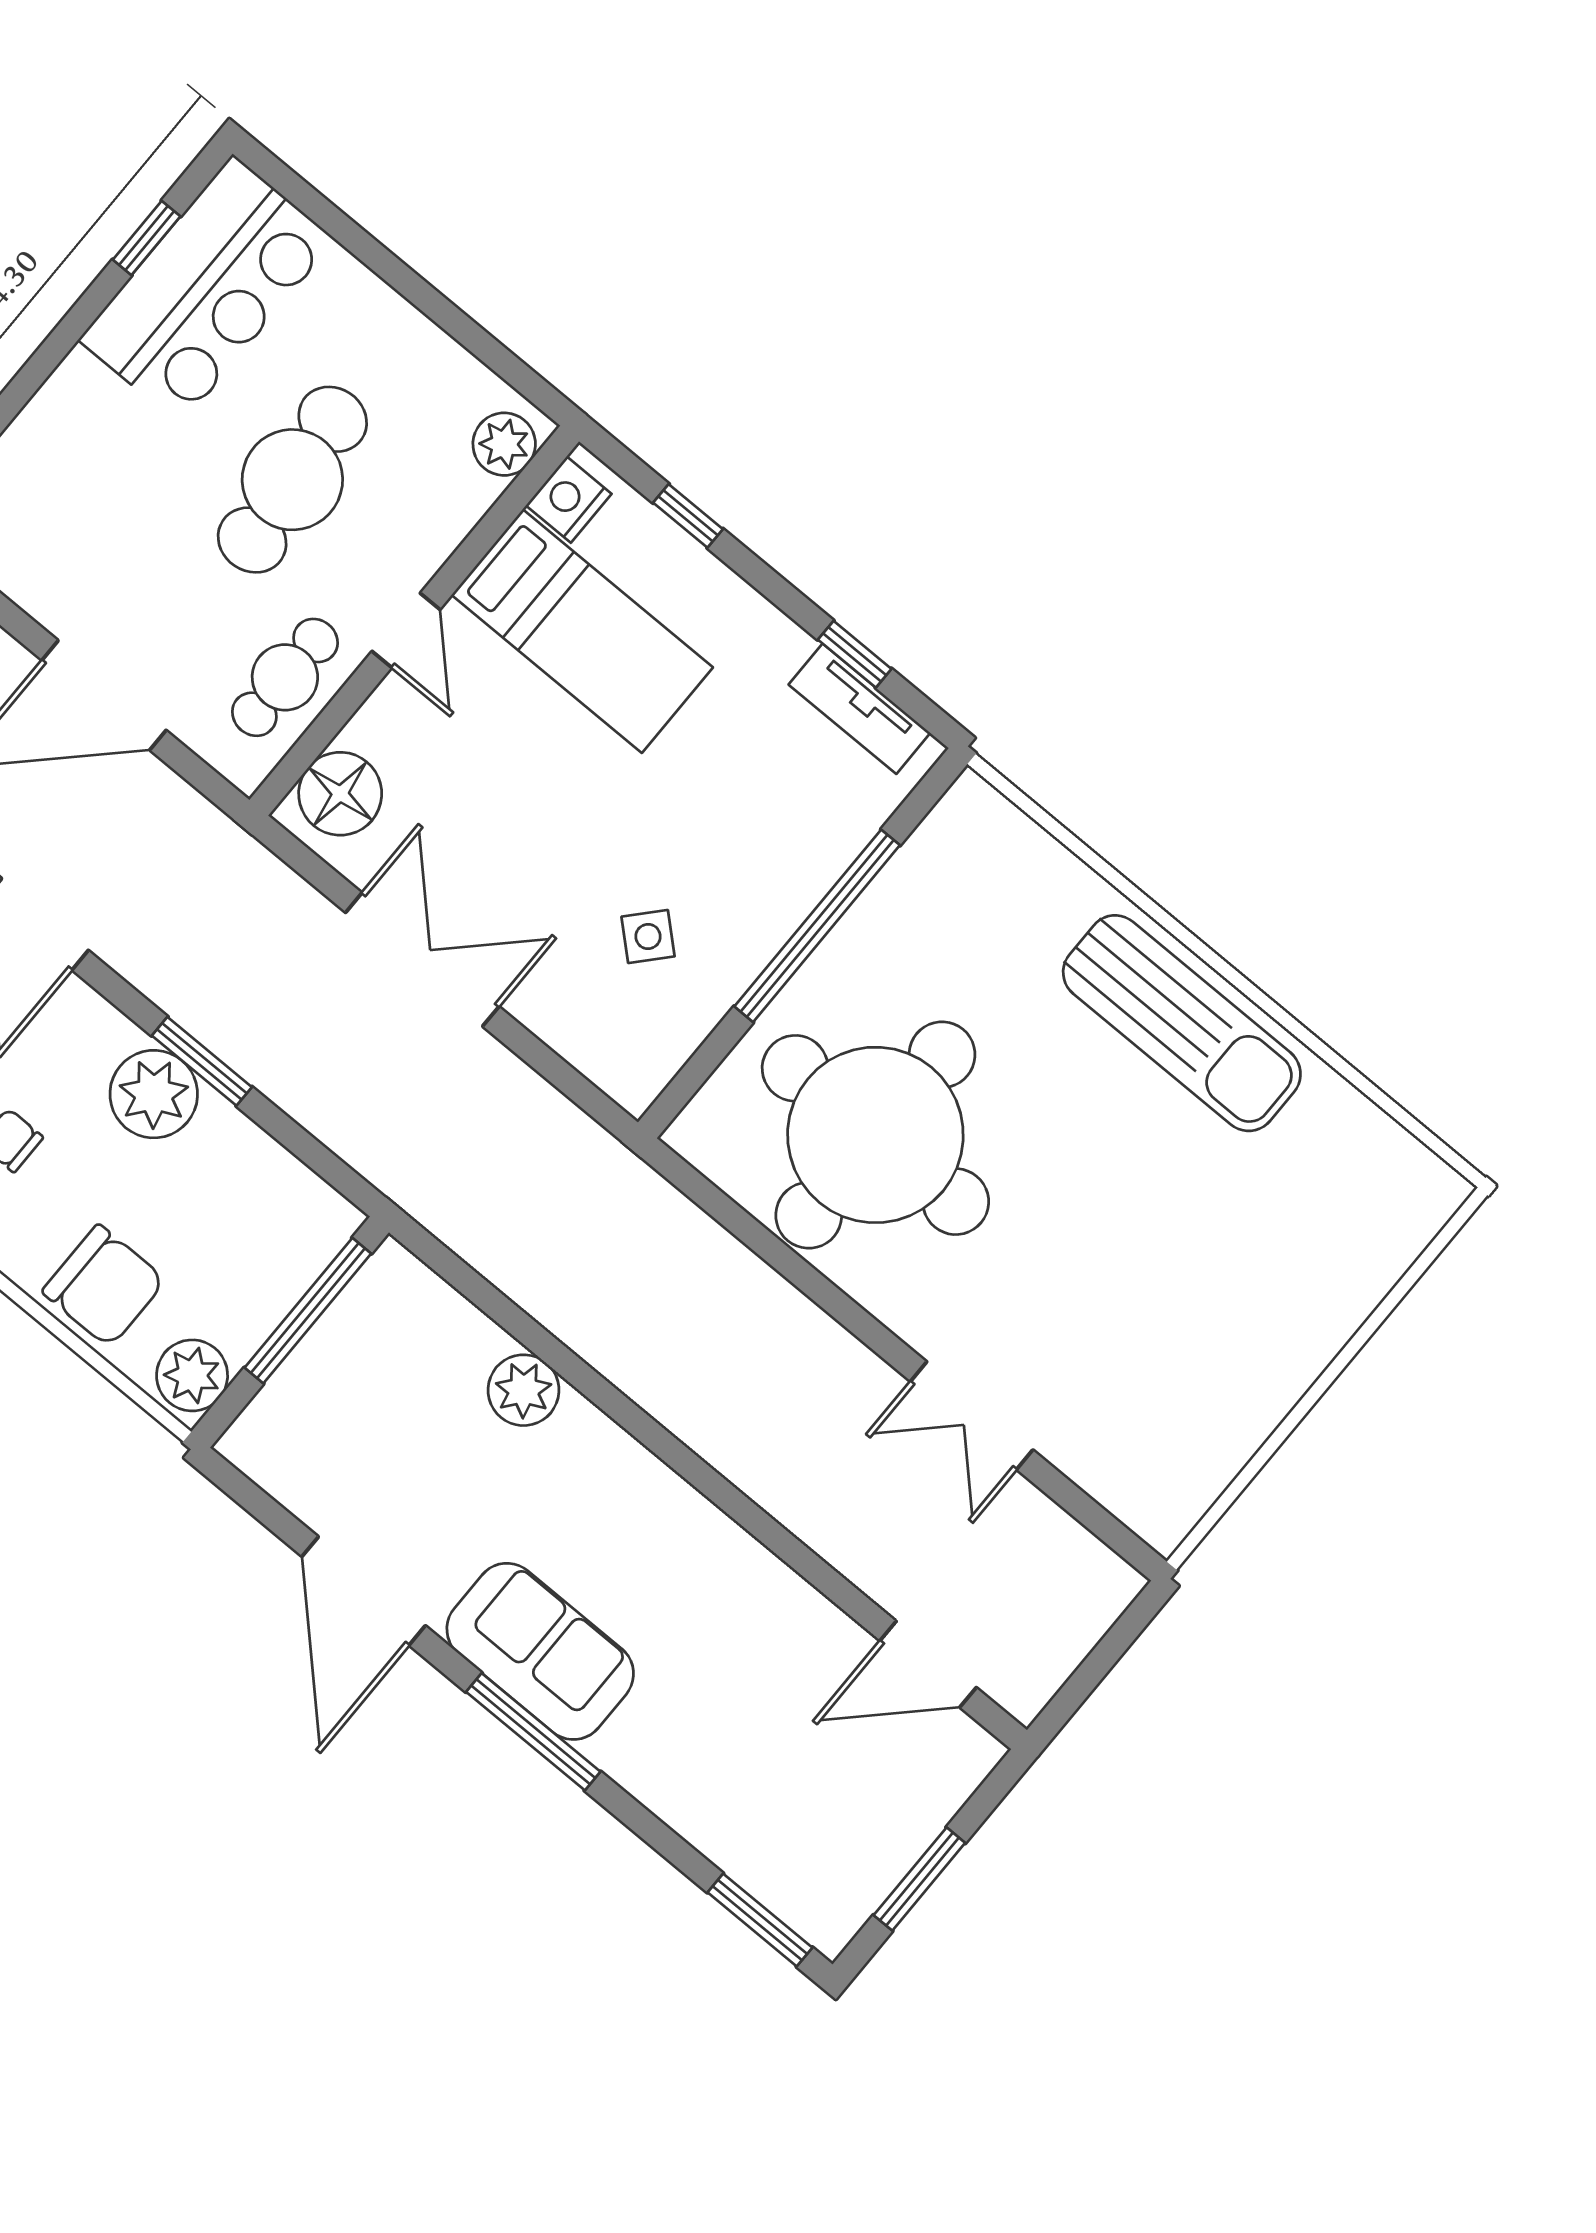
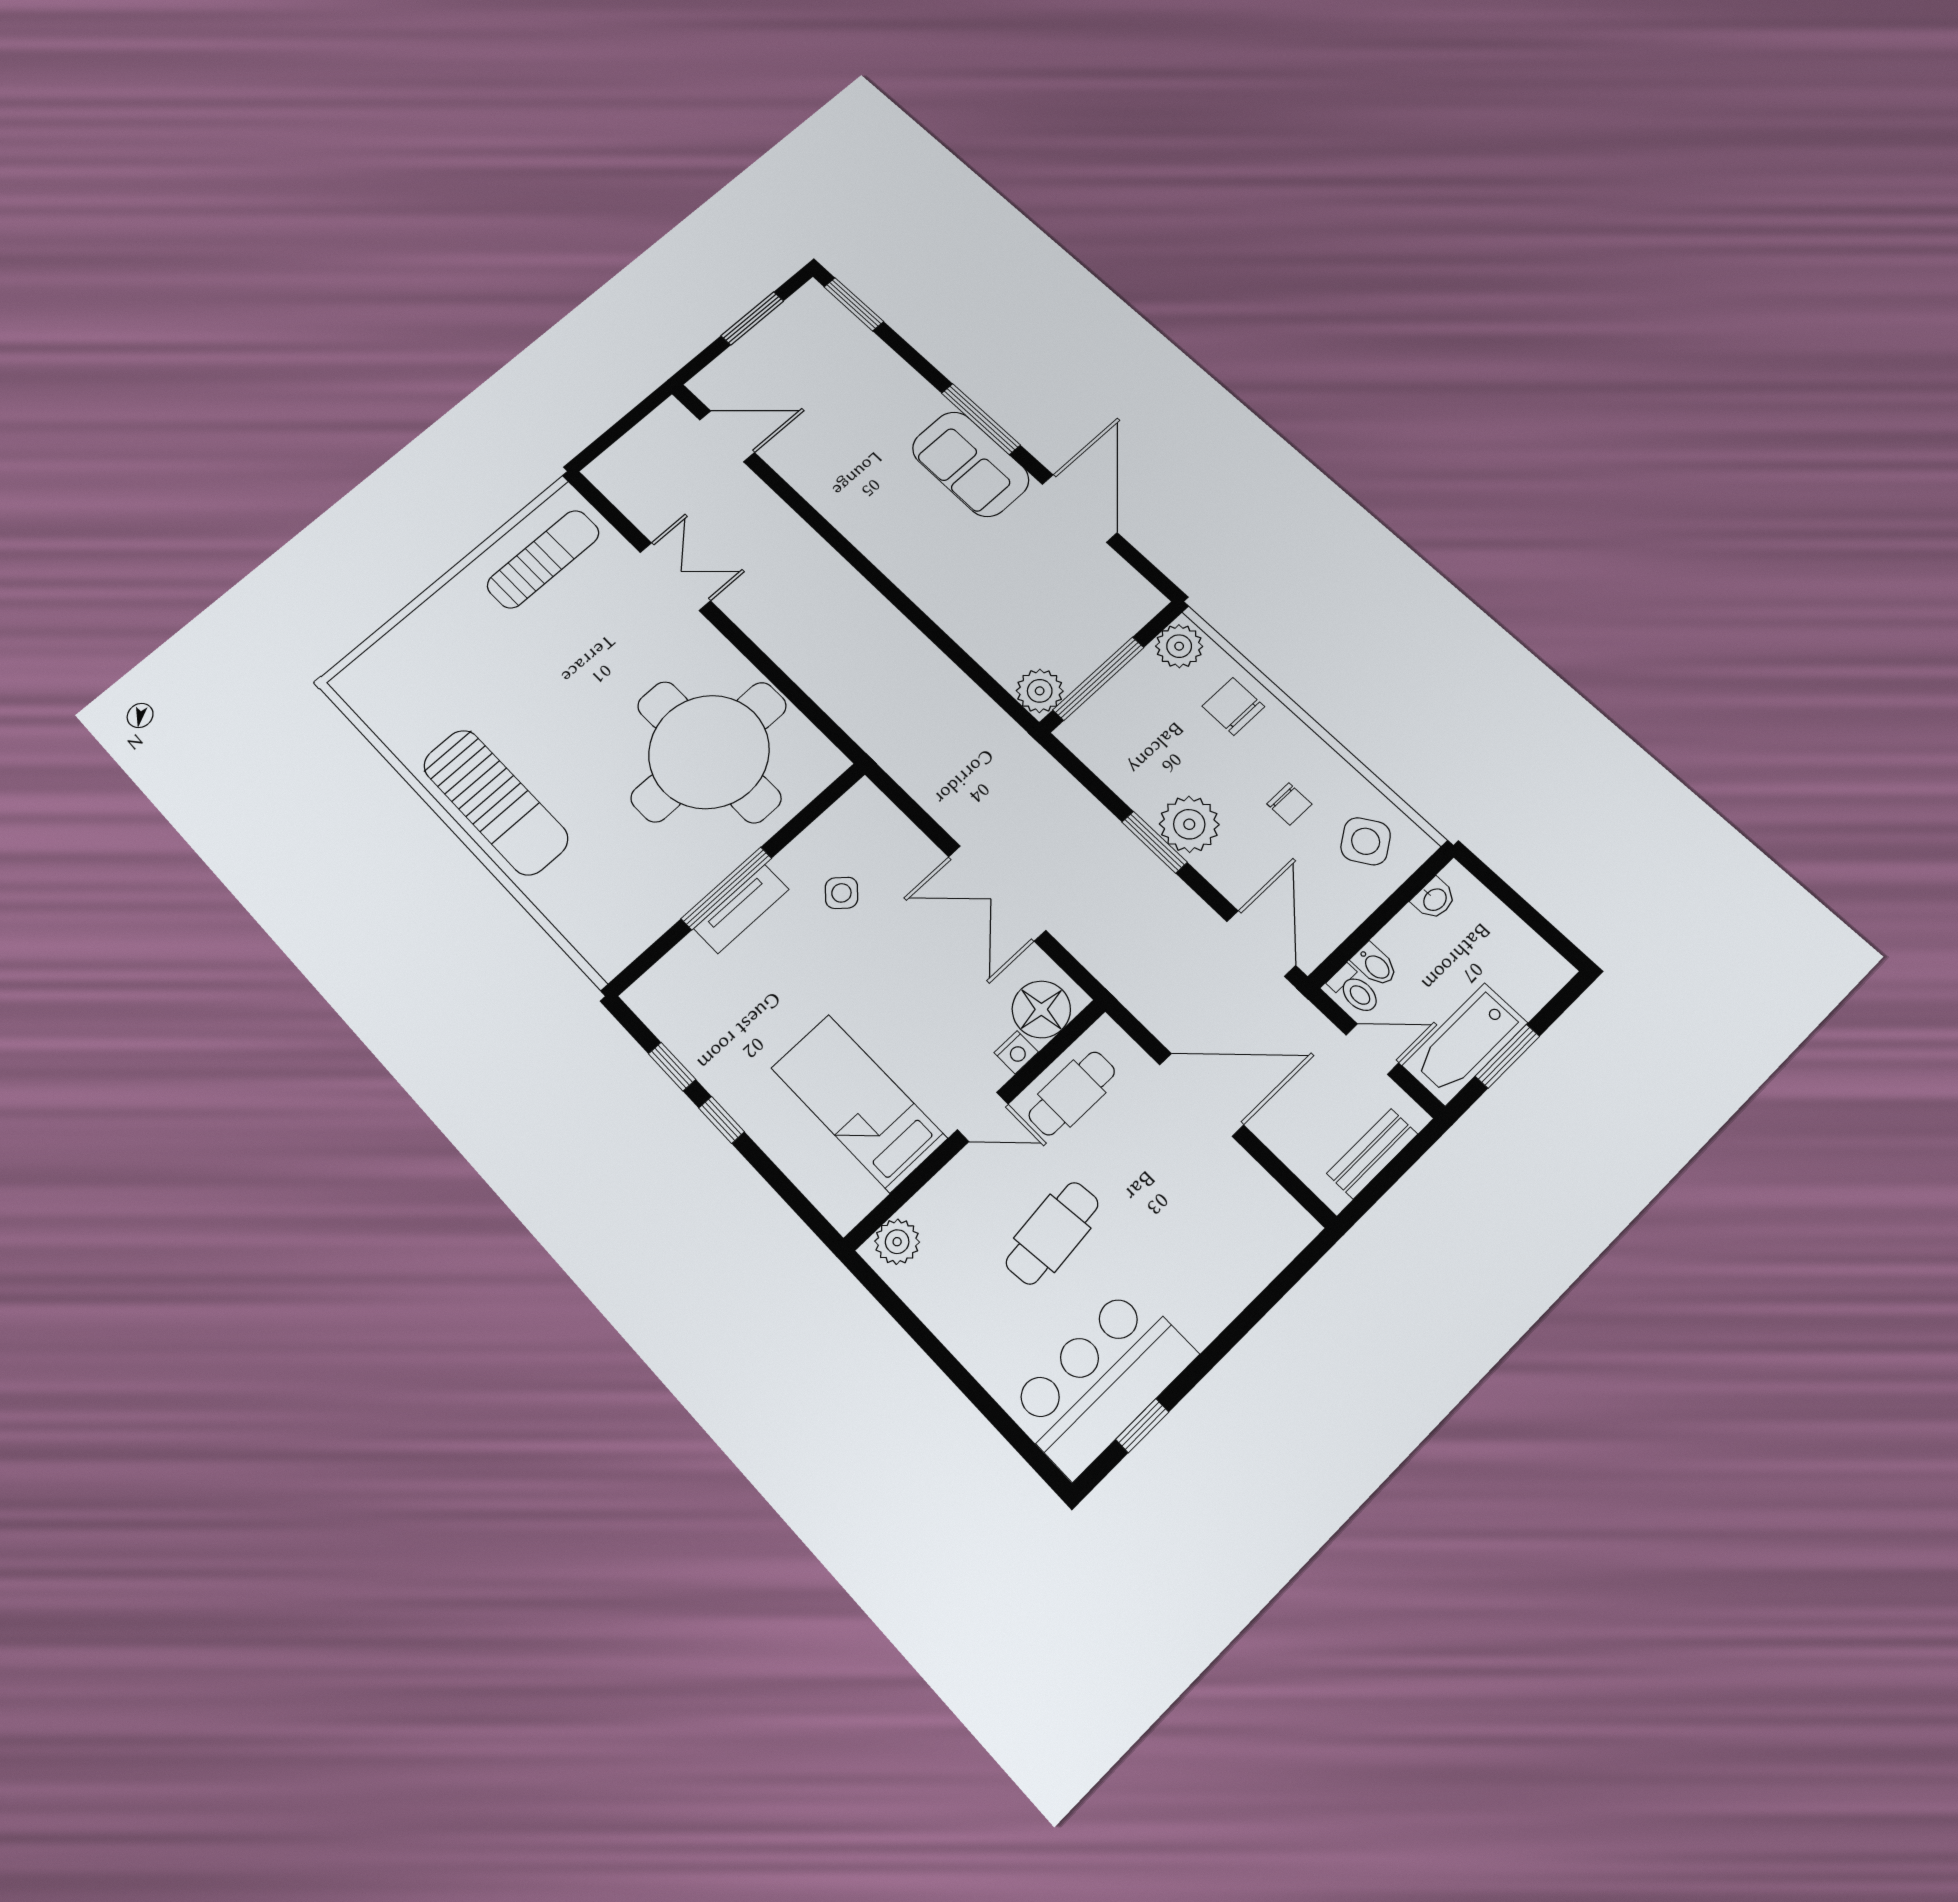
cafe table: (292, 480) -> (1052, 1233), width x0.73, depth x0.74
nightstand: (569, 500) -> (1016, 1052), moved, width x0.72, depth x0.74
window: (688, 516) -> (722, 1120), moved
door: (406, 630) -> (983, 1117), swing flipped
tv unit: (859, 709) -> (741, 909), moved, turned 90
window: (817, 926) -> (726, 888), width x0.68
sun lounger: (1182, 1023) -> (496, 802), turned 180
chair: (104, 1286) -> (1233, 706), width x0.73, depth x0.73
plant: (523, 1390) -> (1040, 691), moved
sun lounger: (1181, 1425) -> (543, 559), added

